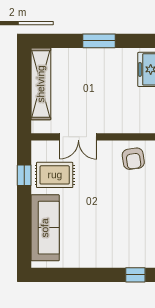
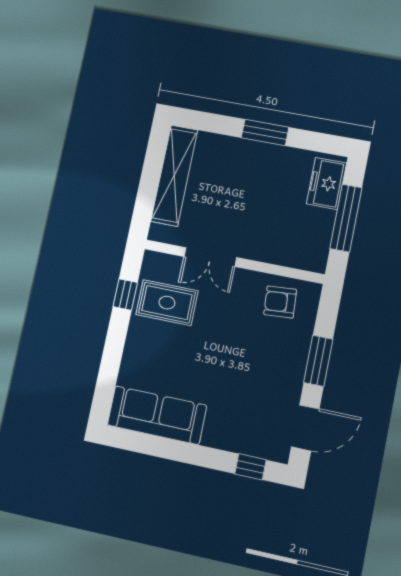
armchair: (133, 159) -> (280, 302), turned 94
sofa: (45, 228) -> (157, 415), moved, turned -90

